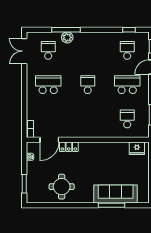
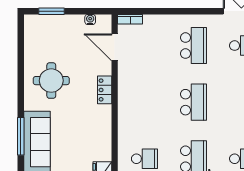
school desk: (88, 85) -> (193, 102), width x1.85
locker: (69, 147) -> (105, 90), moved
round table: (62, 187) -> (51, 81), moved

